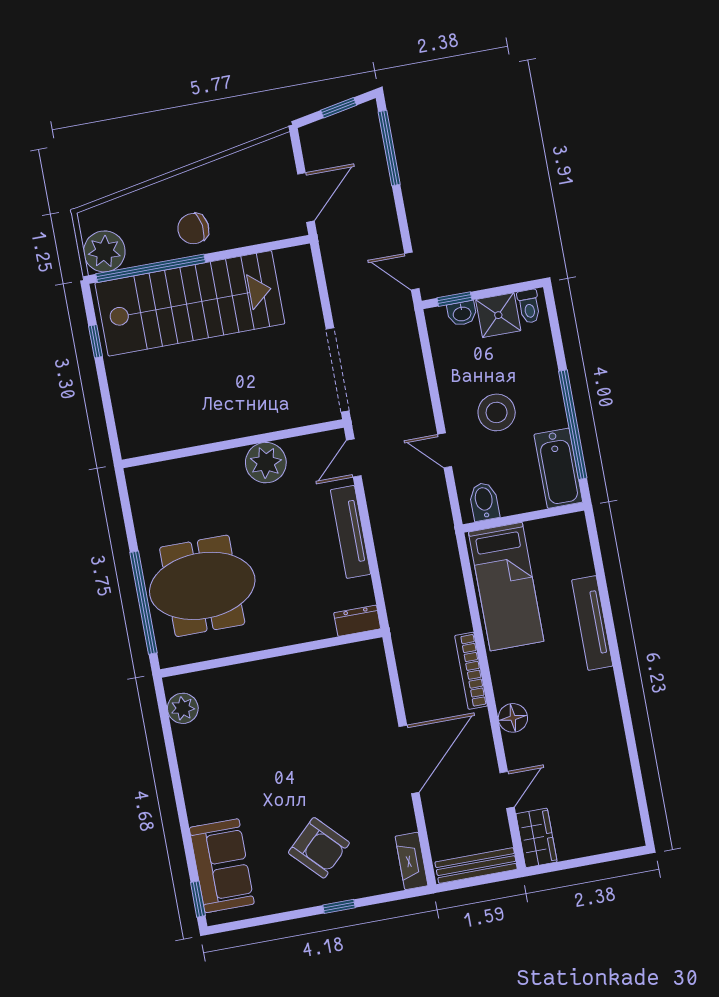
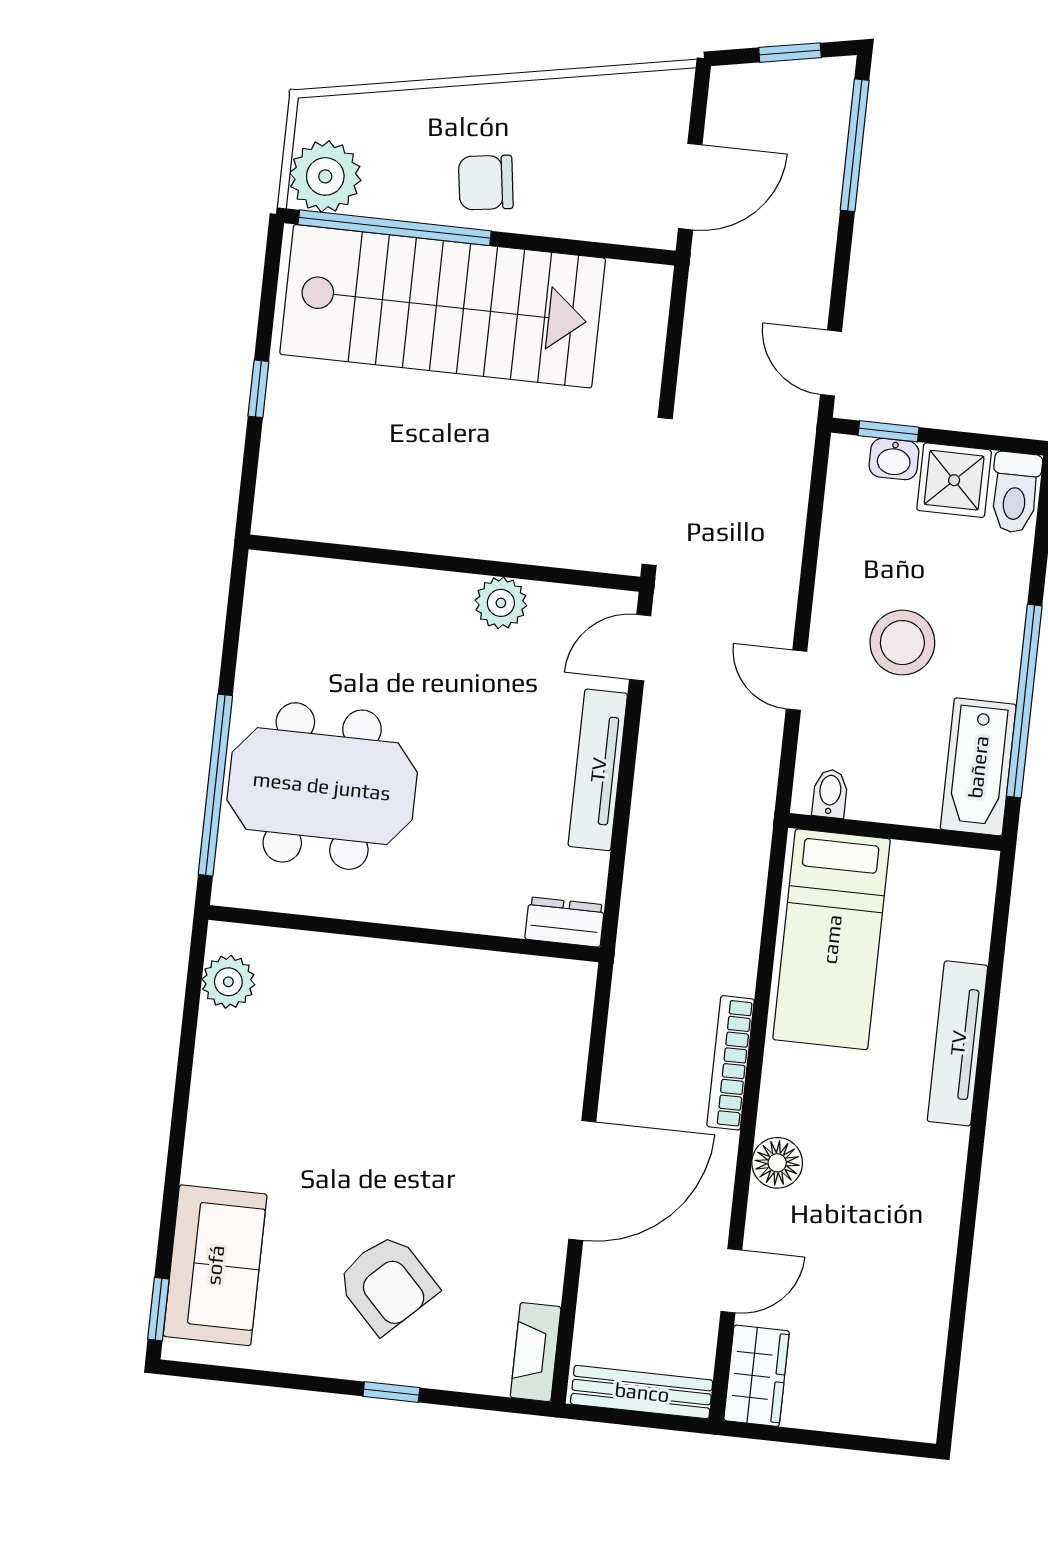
toilet: (529, 306) -> (1015, 492), width x1.37, depth x1.39
window: (96, 341) -> (258, 389), moved
plant: (266, 463) -> (501, 603), width x0.73, depth x0.73
bidet: (484, 501) -> (830, 793), width x0.72, depth x0.74

